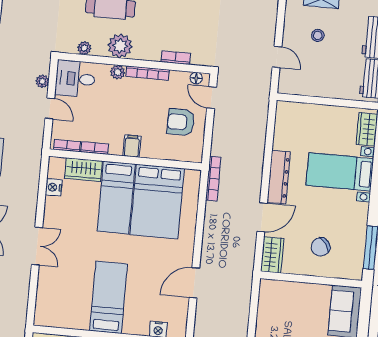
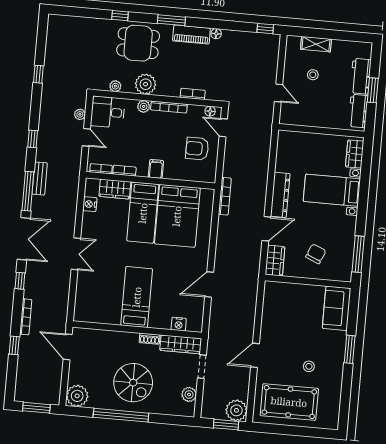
chair: (321, 247) -> (316, 254), turned 150

